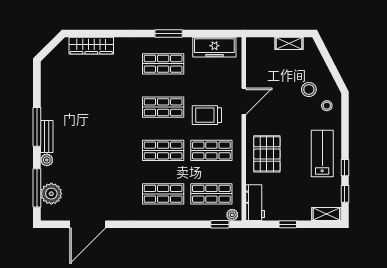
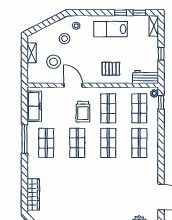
window: (169, 33) -> (24, 139), width x1.44
stool: (277, 74) -> (54, 62), added
pallet: (267, 154) -> (111, 69), width x0.67, depth x0.71

